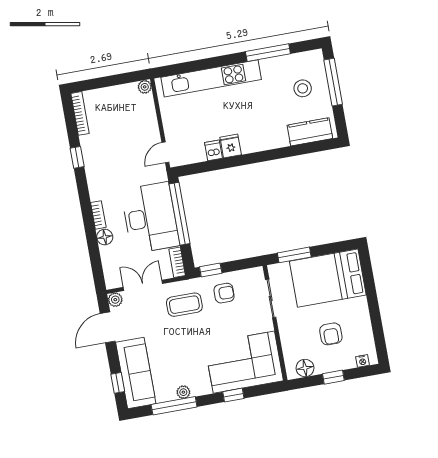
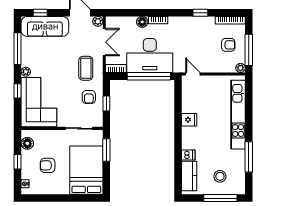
window: (117, 80) -> (249, 50), added
armchair: (115, 110) -> (228, 45), added
dishwasher: (214, 150) -> (188, 155), moved
window: (211, 270) -> (106, 104), moved
plant: (183, 392) -> (26, 72), moved

